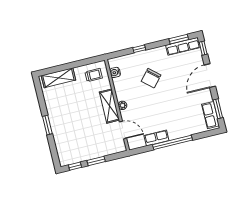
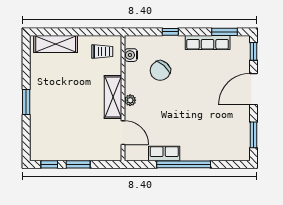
row of seats: (183, 46) -> (208, 42), moved
chair: (151, 78) -> (160, 71), moved
row of seats: (211, 115) -> (242, 141), removed

